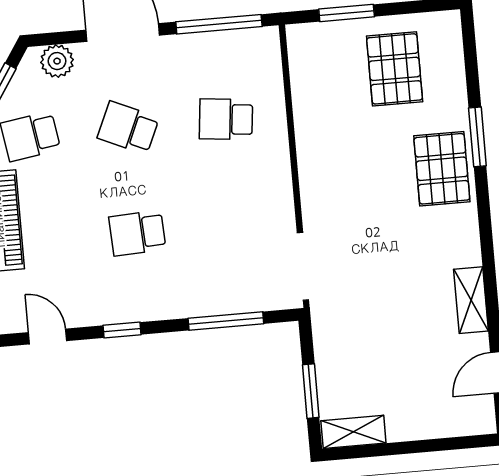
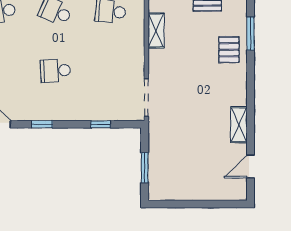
pallet: (442, 169) -> (229, 50), width x0.67, depth x0.71
window: (226, 321) -> (101, 124), width x0.46
shelving: (353, 432) -> (156, 30), moved, turned 90

